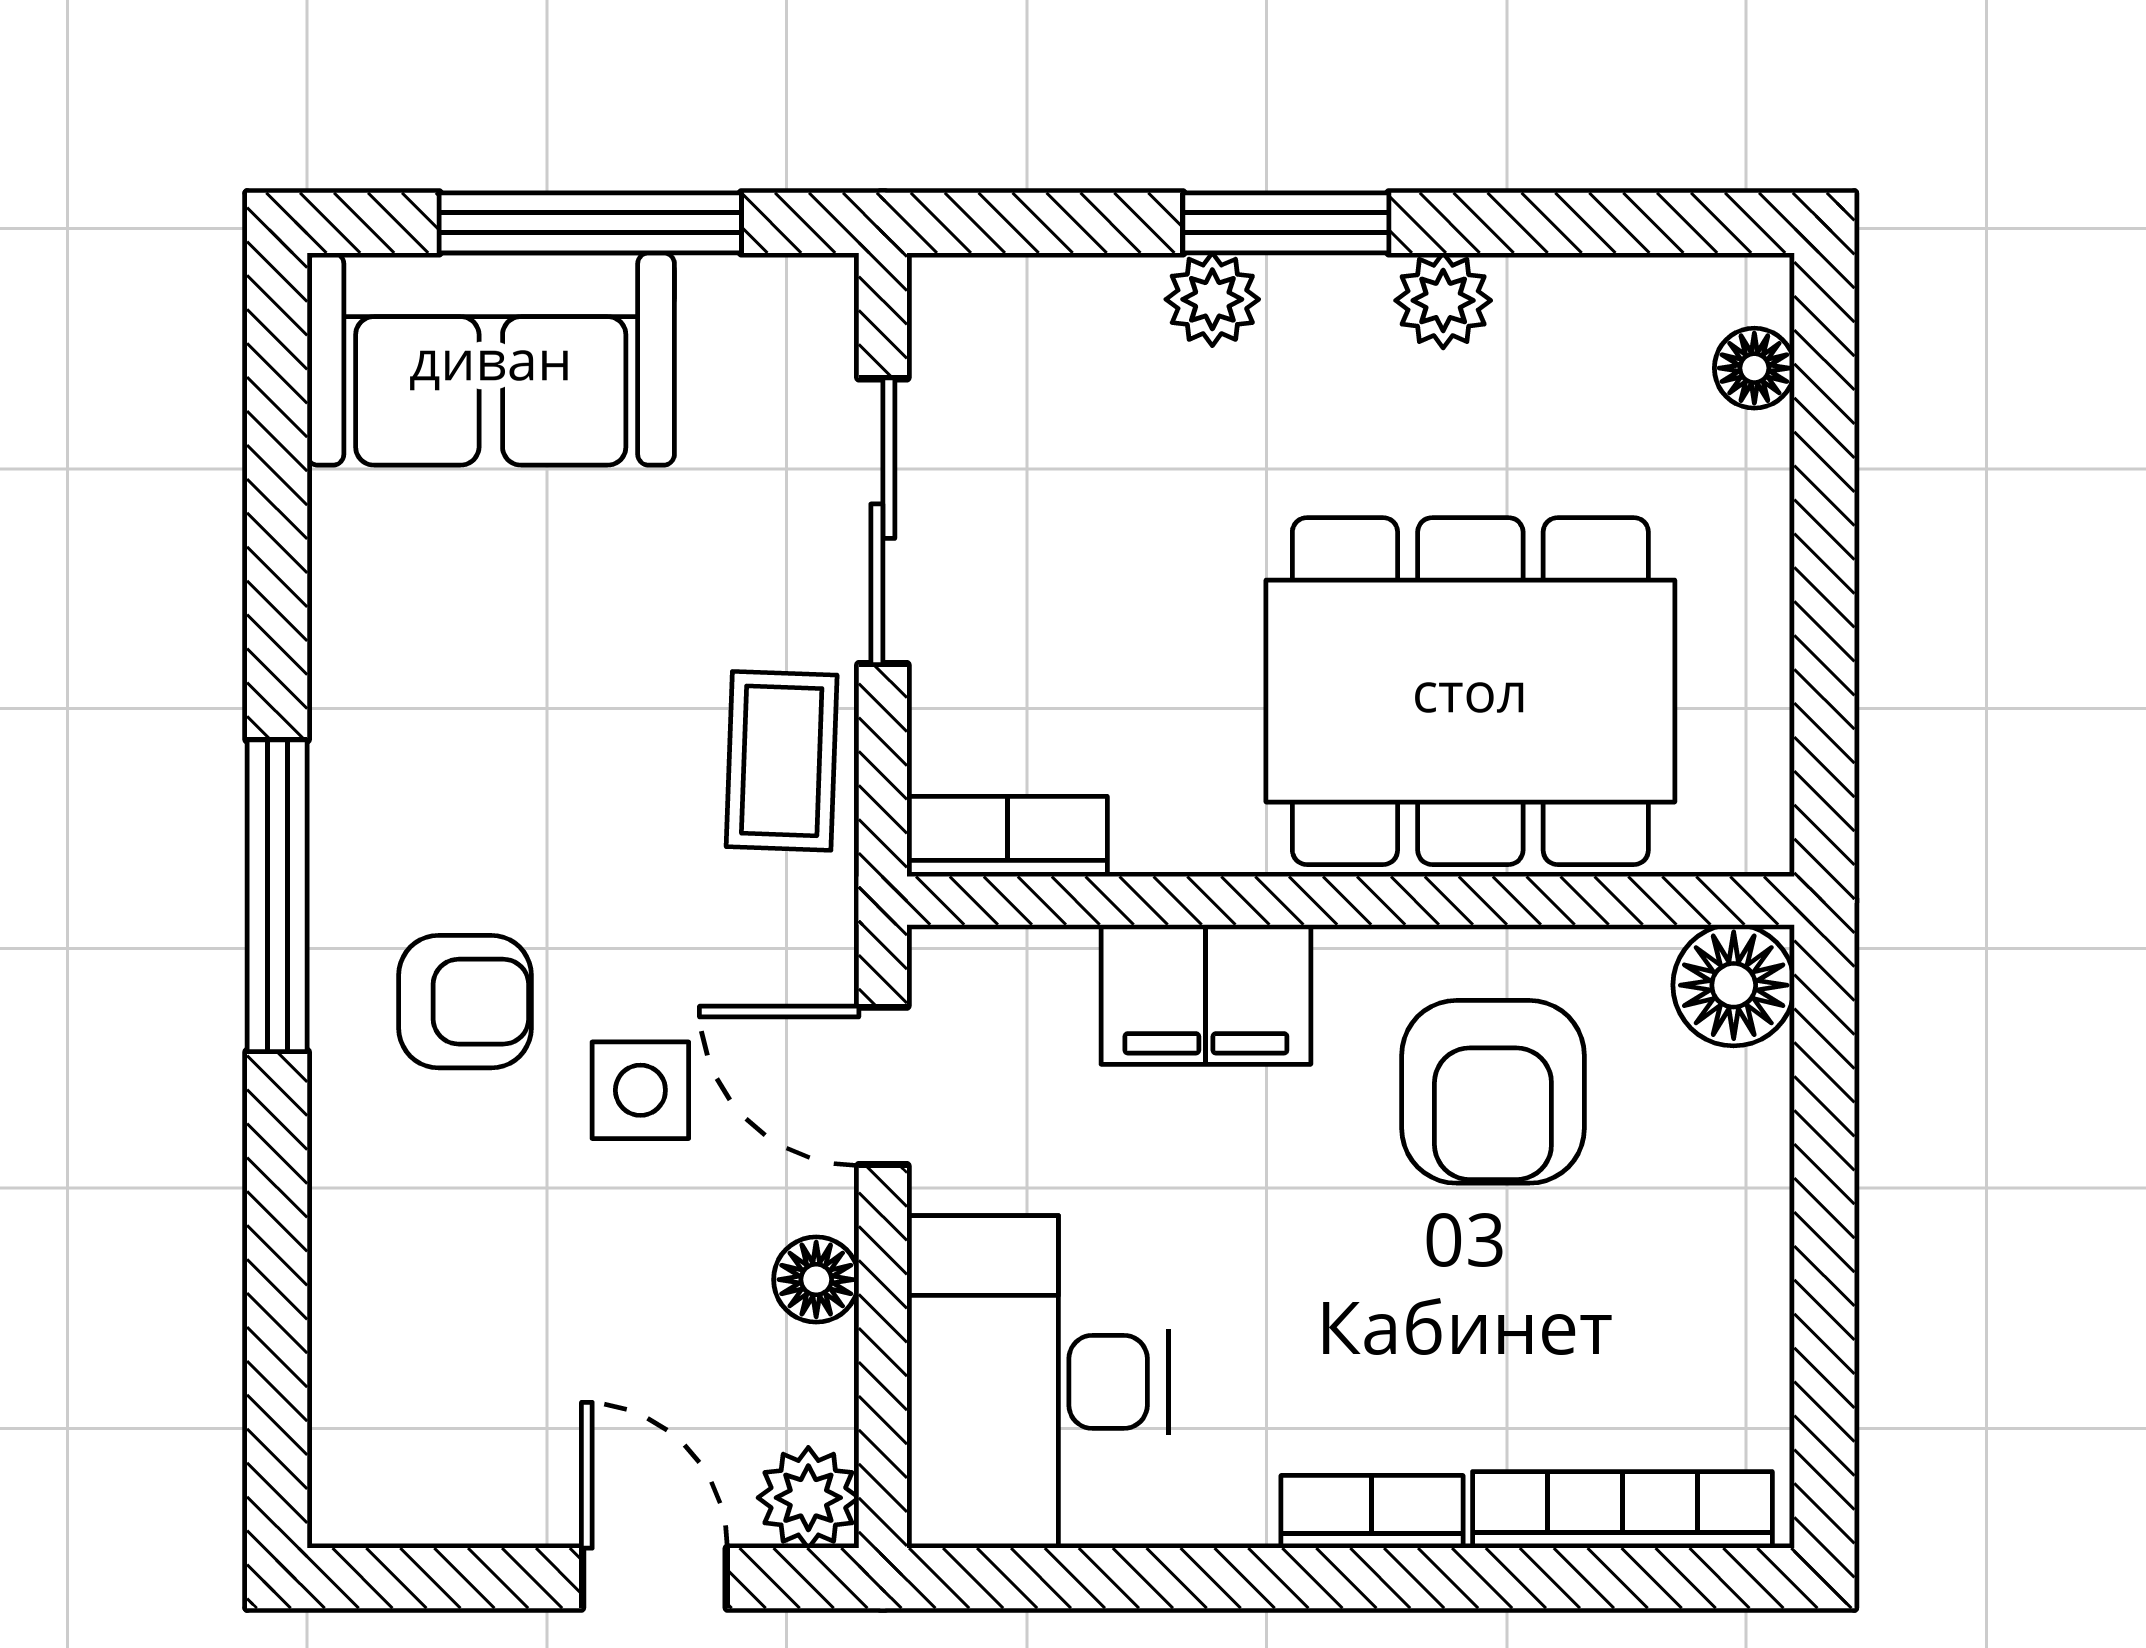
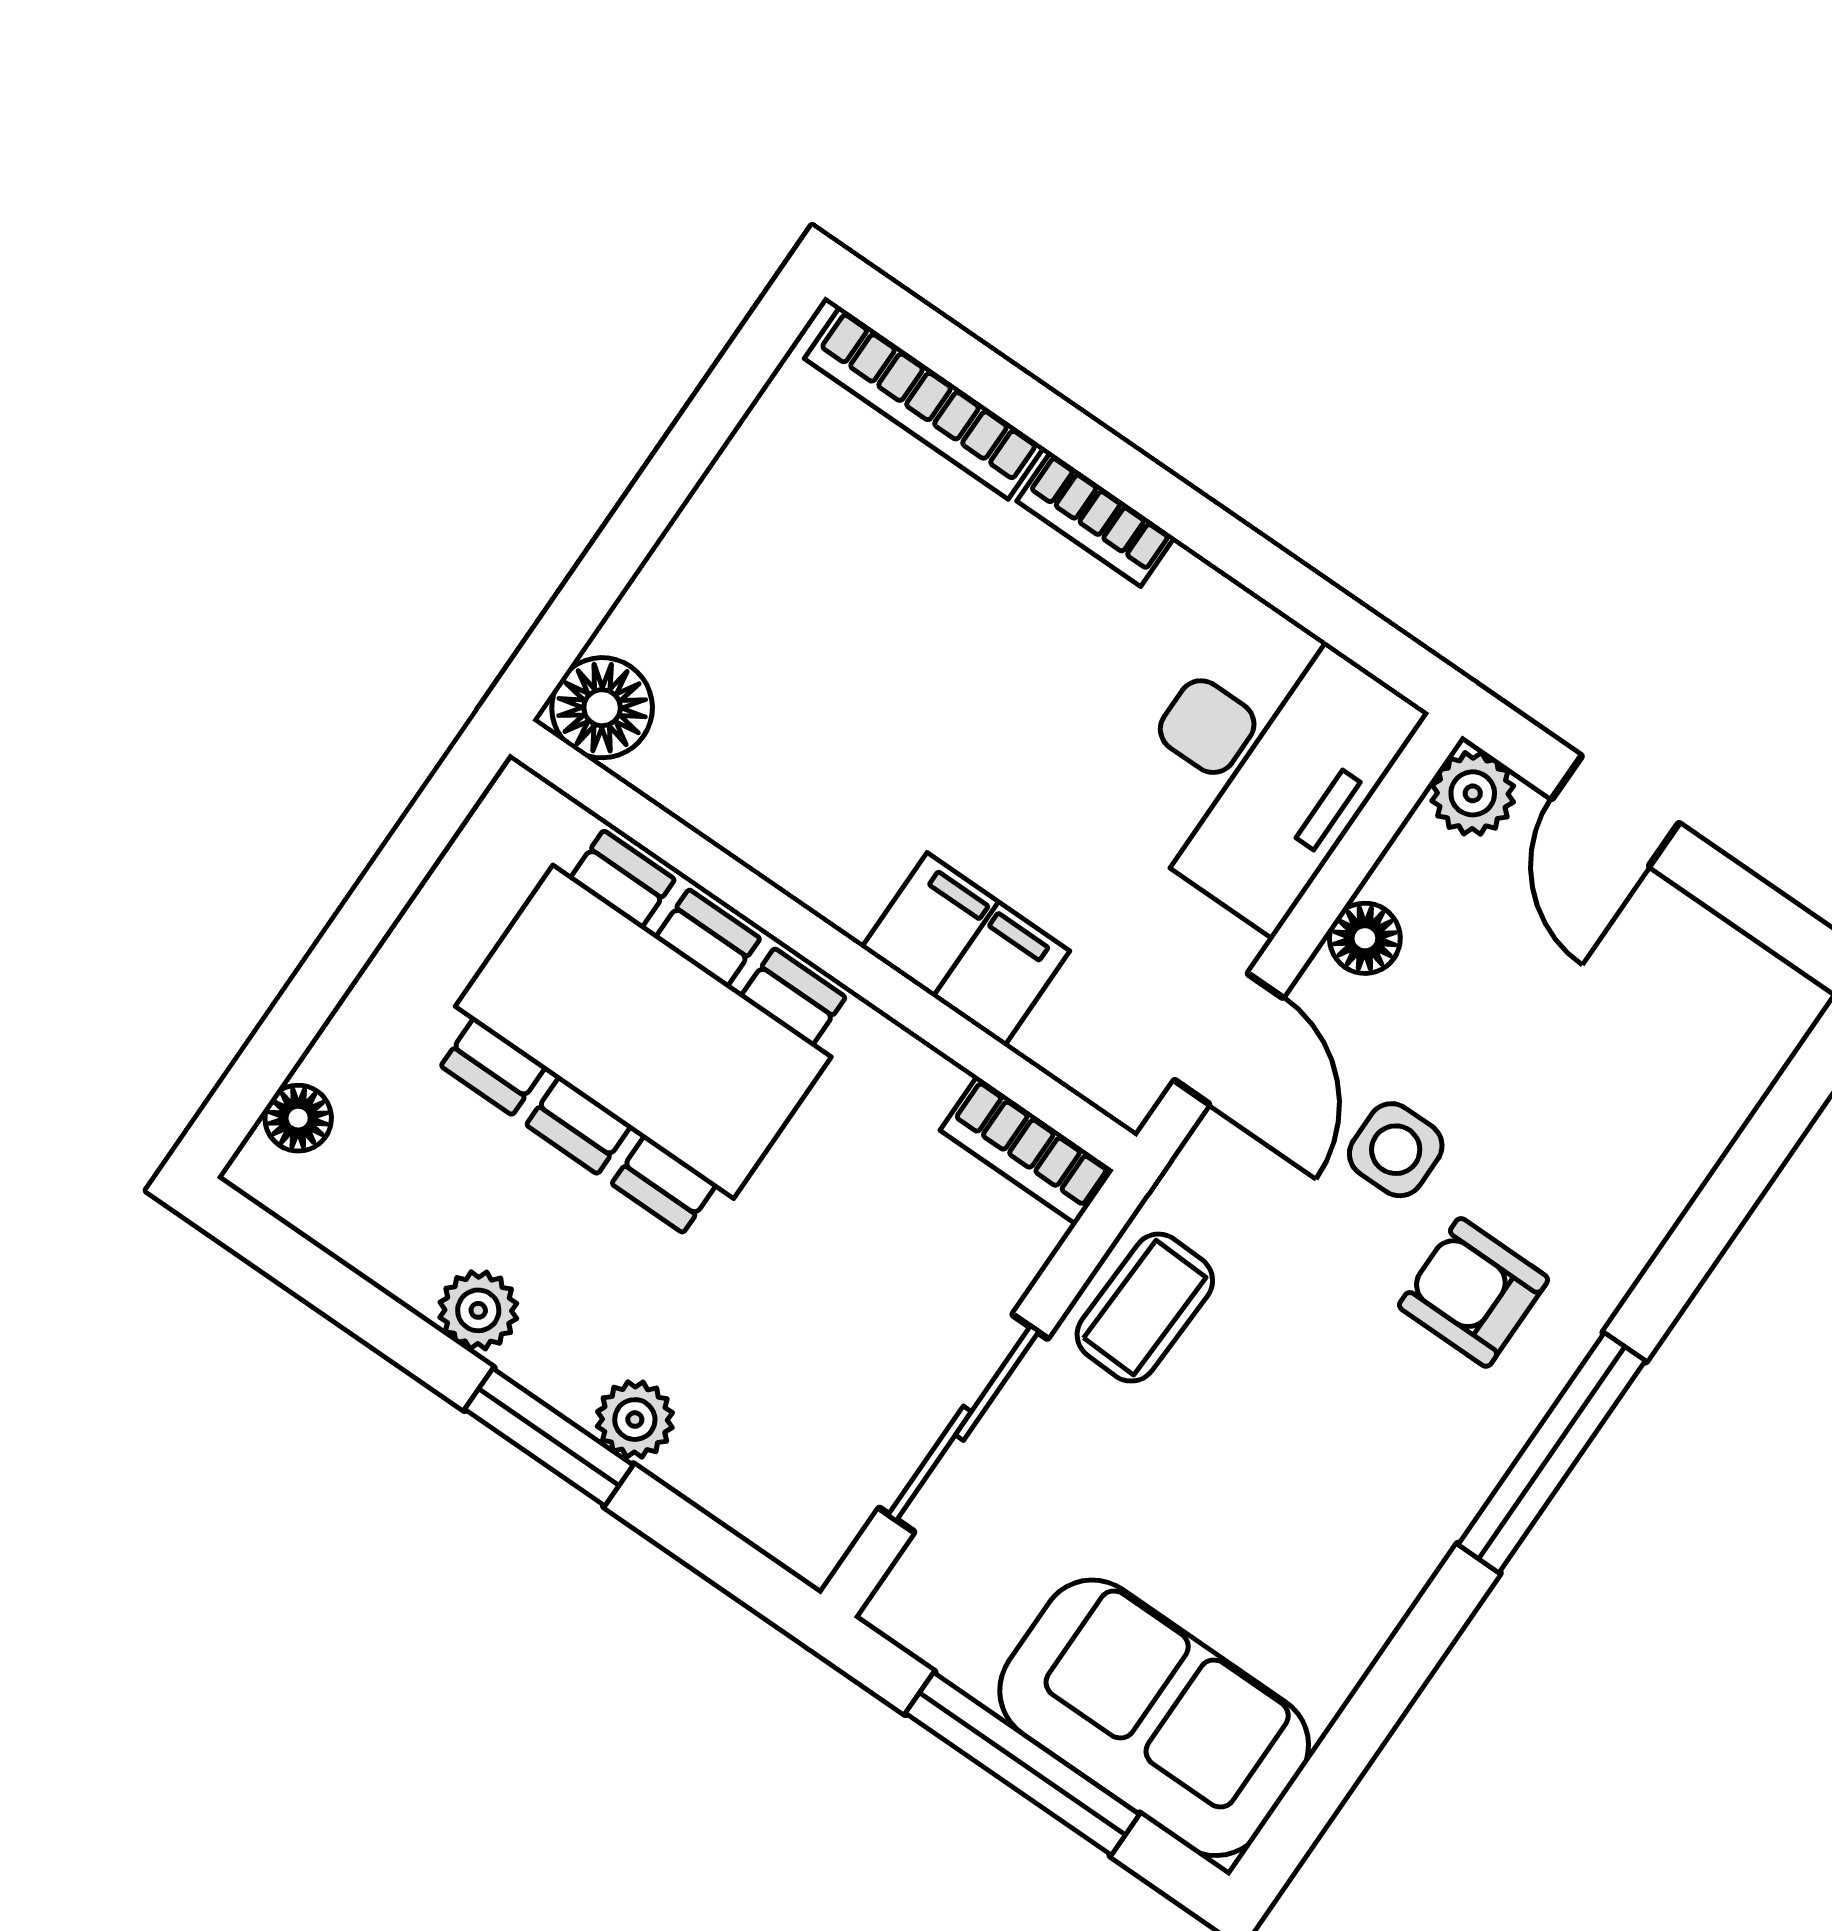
armchair: (1493, 1092) -> (816, 748), removed

